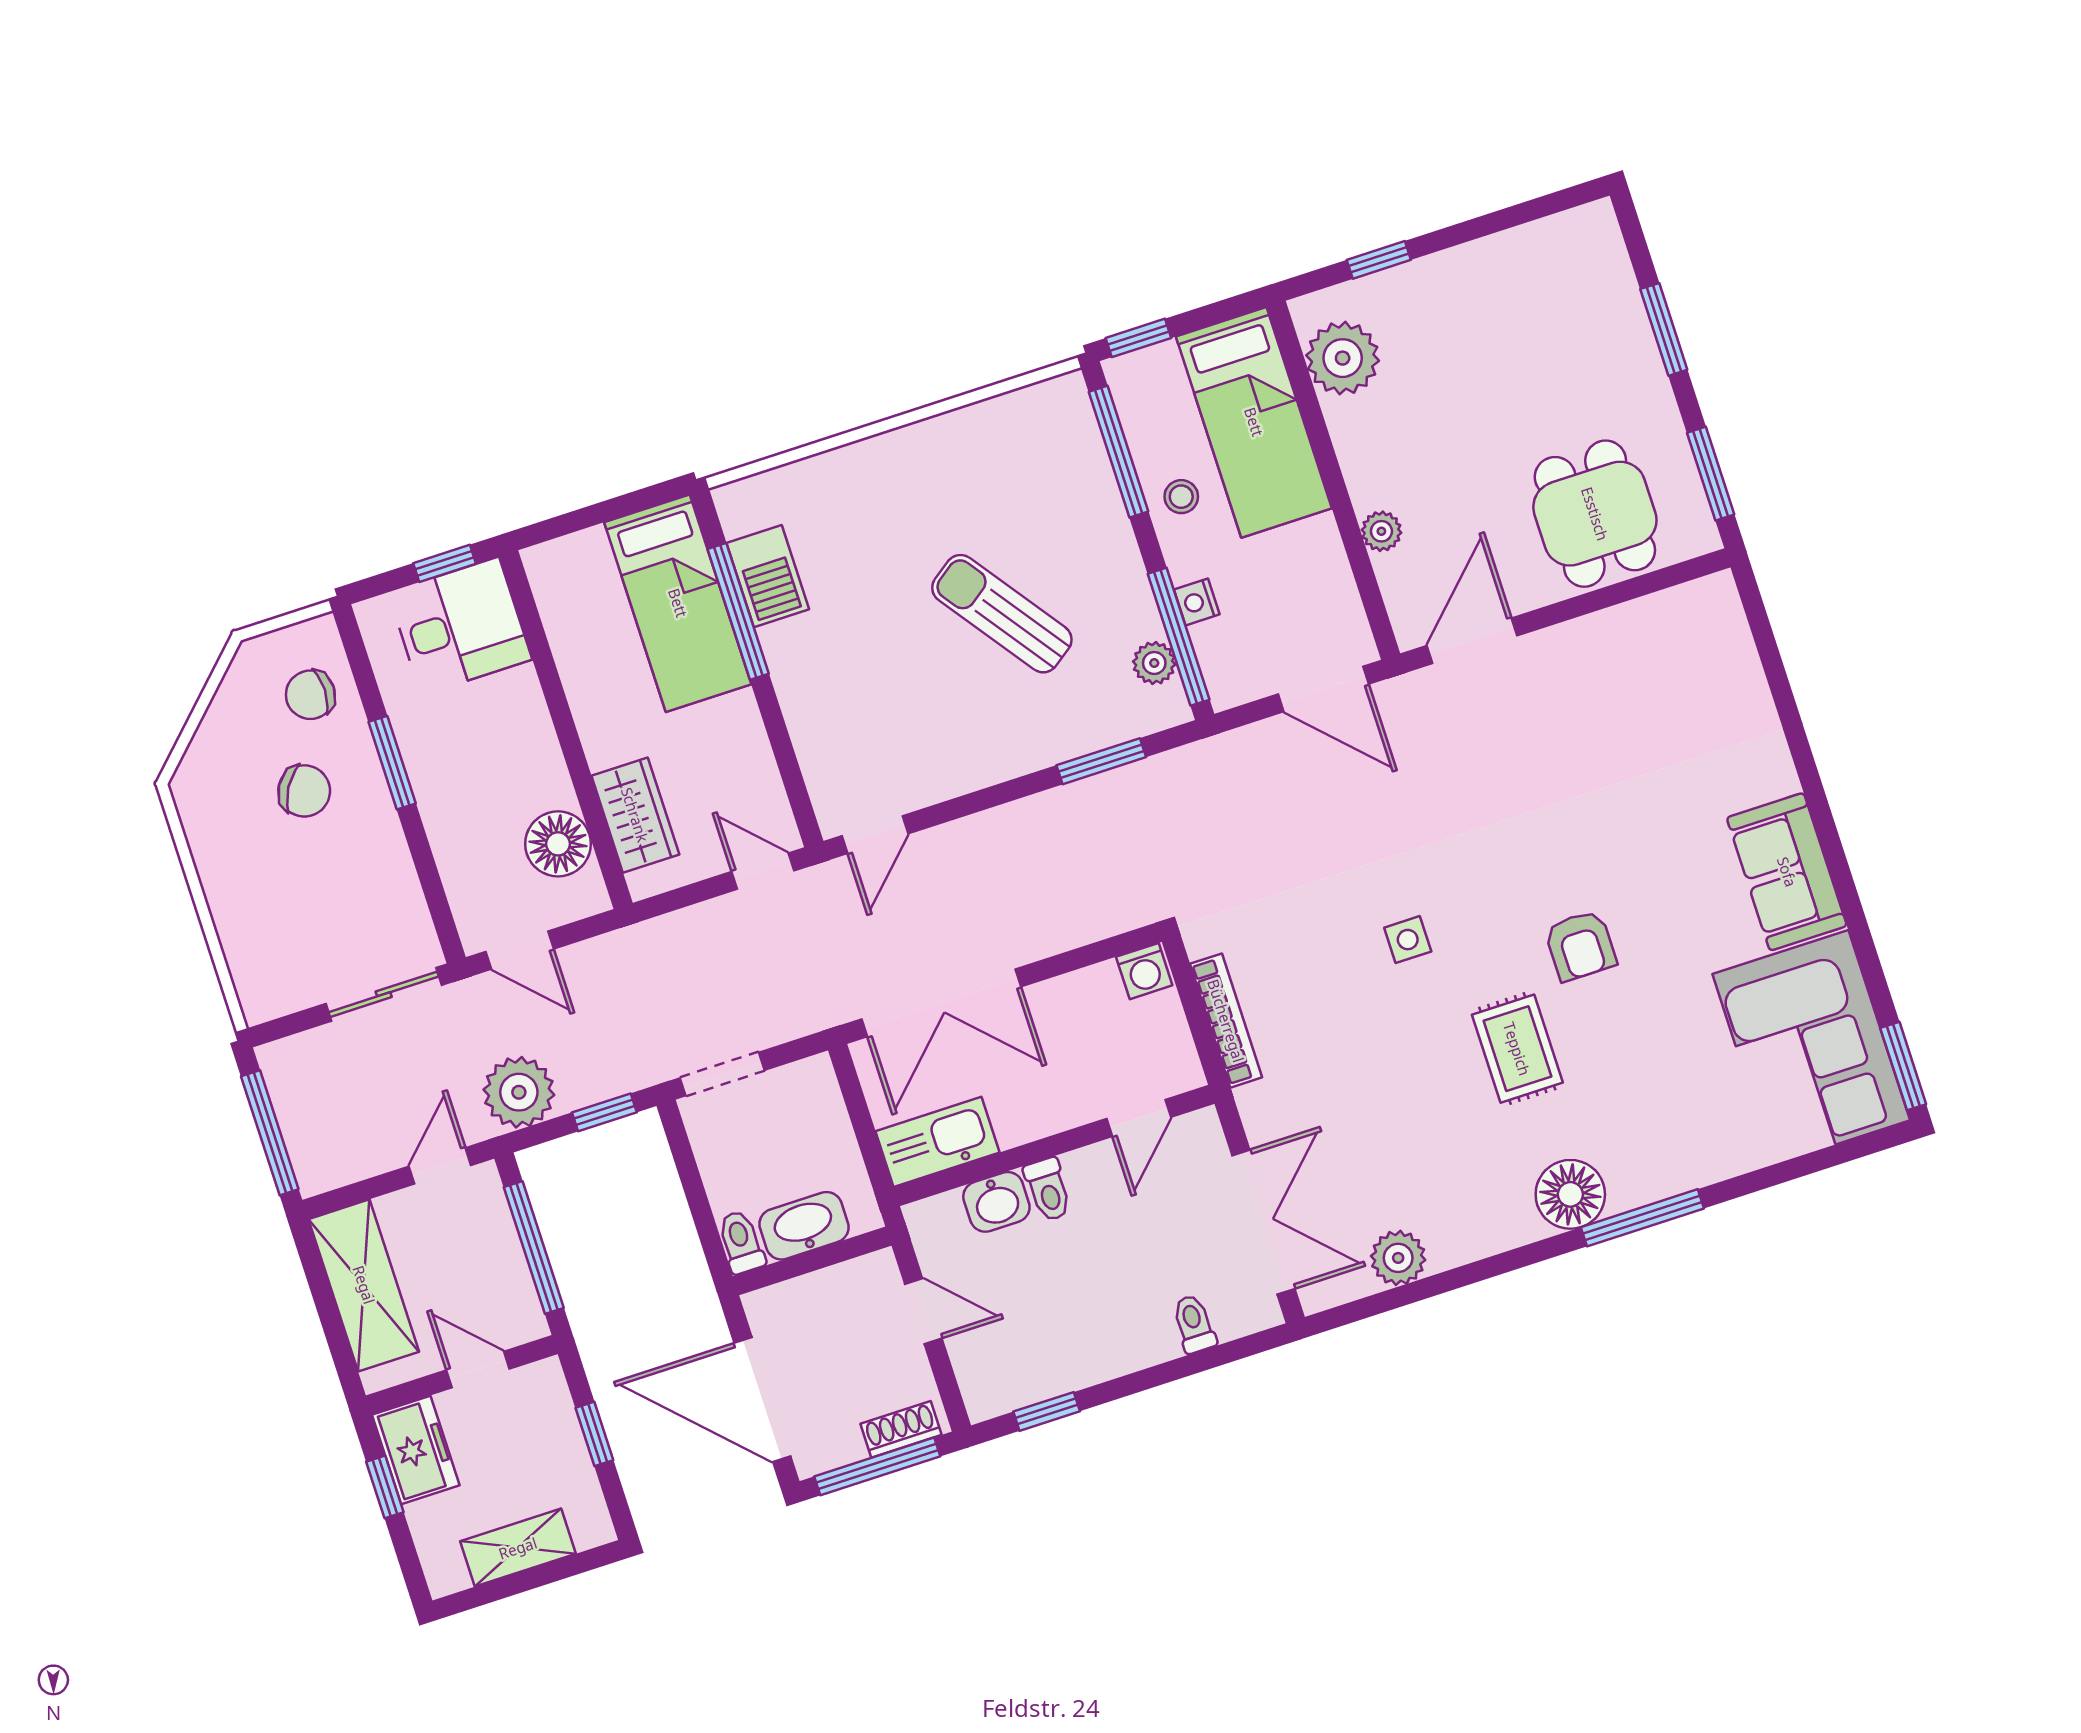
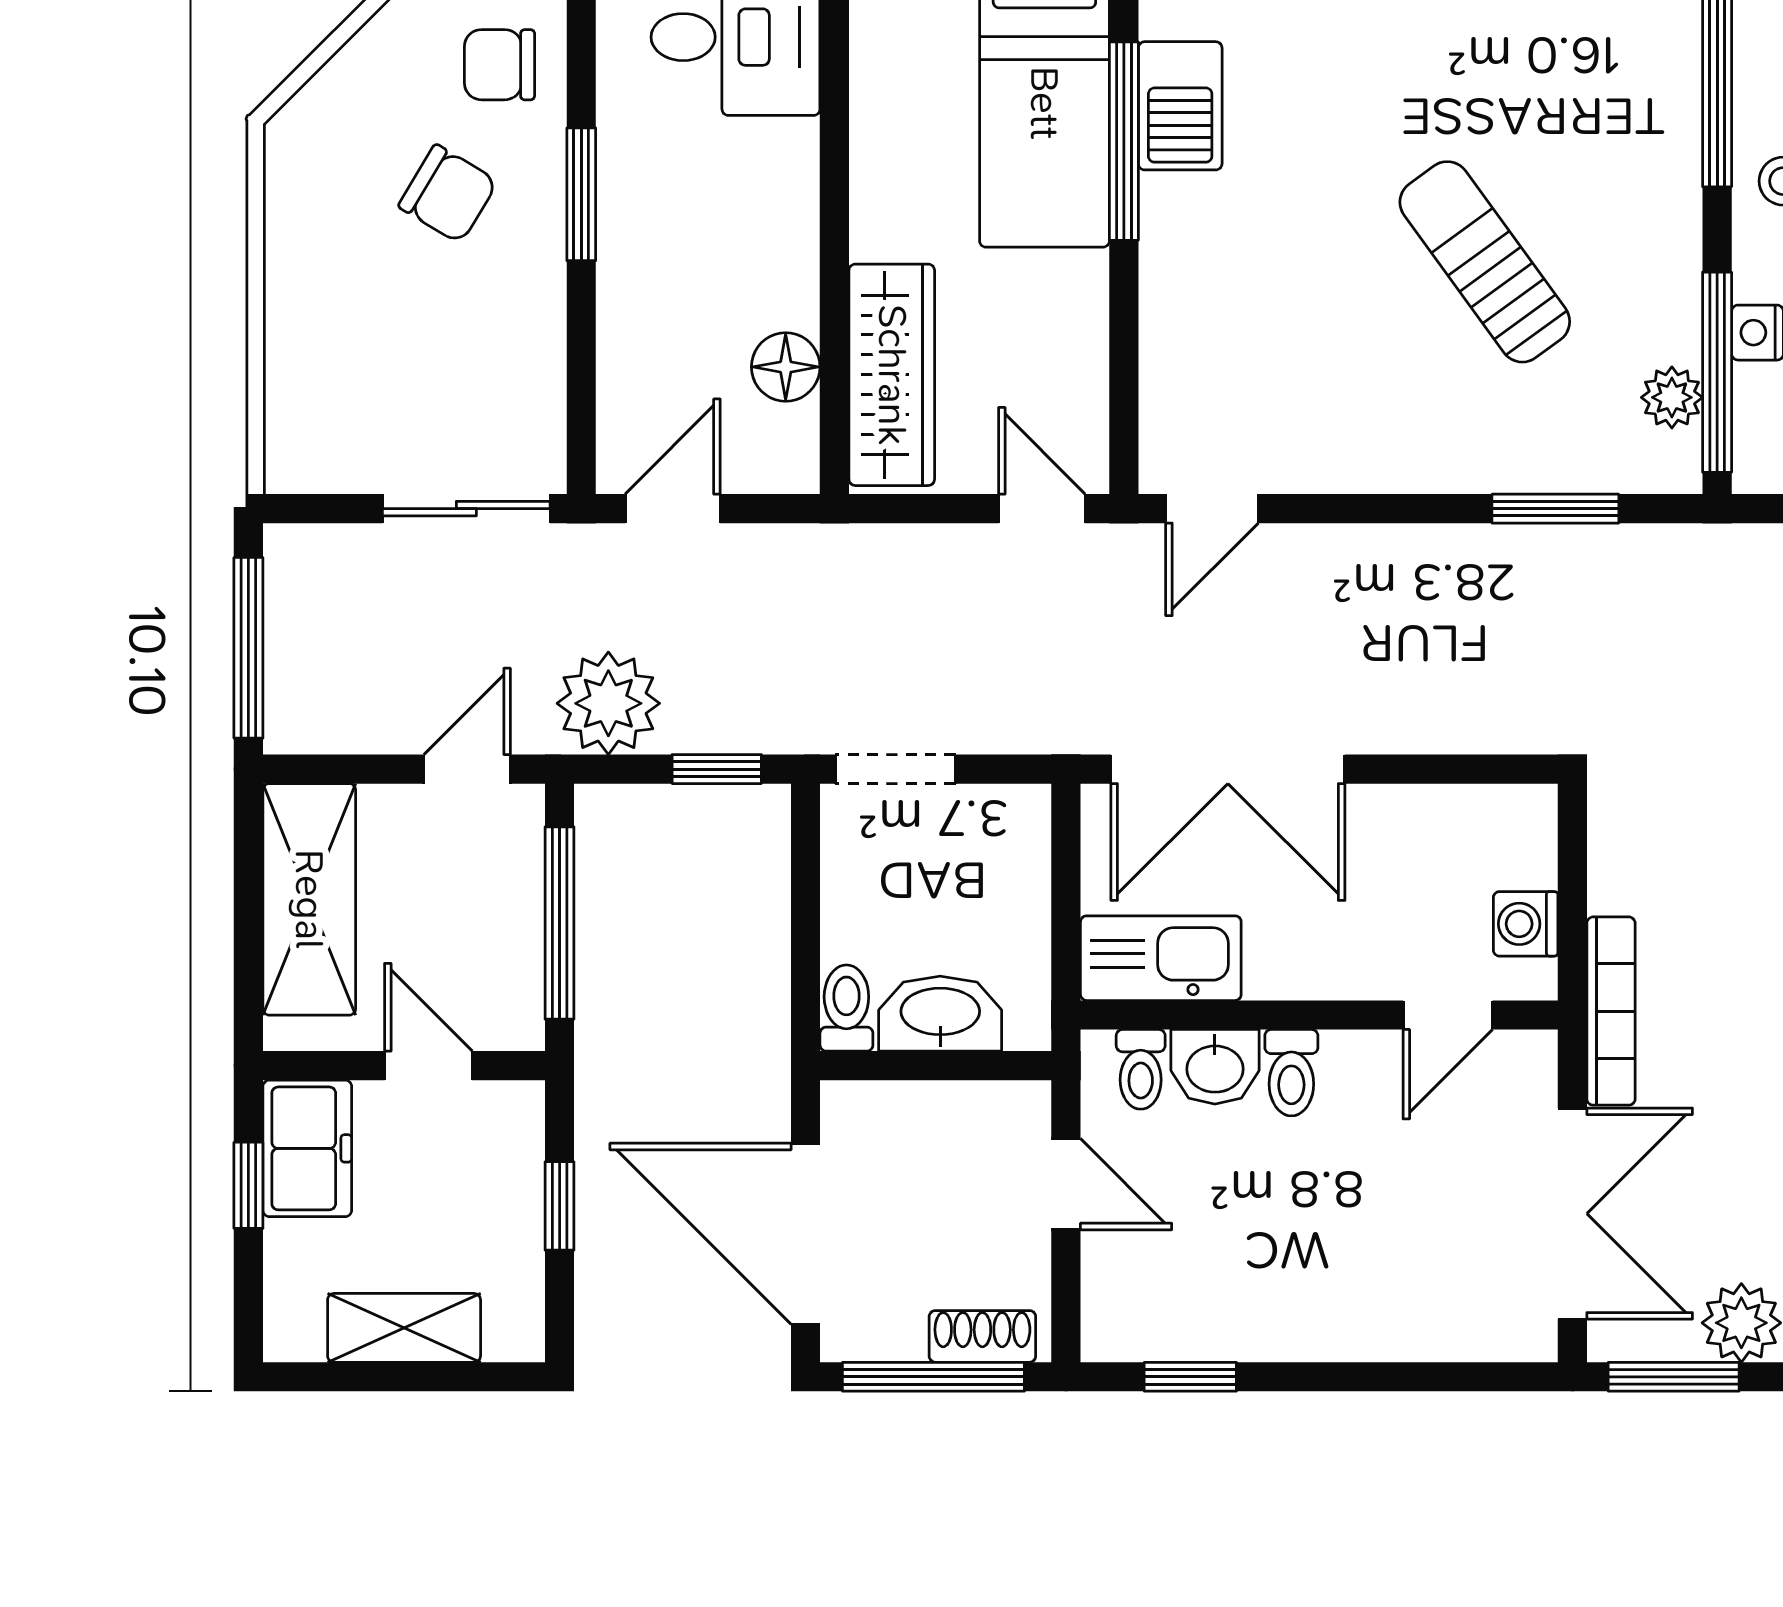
wardrobe: (635, 815) -> (892, 375), width x1.50
floor lamp: (558, 844) -> (786, 367), width x0.73, depth x0.73
door: (520, 950) -> (673, 509), swing flipped
washing machine: (1144, 971) -> (1526, 924), moved, turned 90
bookcase: (1226, 1021) -> (1611, 1011), moved
window: (1365, 1308) -> (1674, 1377), added
toilet: (1194, 1324) -> (1141, 1069), moved, turned 180

